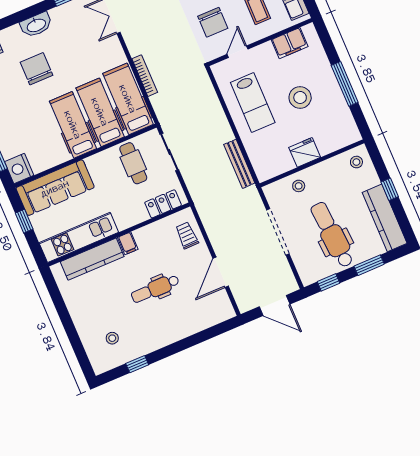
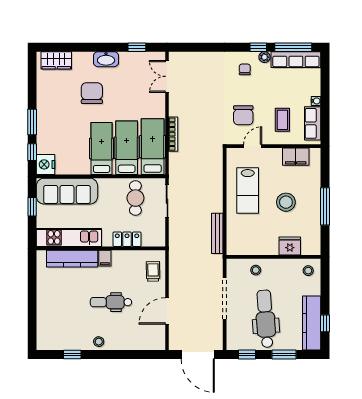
fridge: (305, 152) -> (290, 246), moved
window: (390, 189) -> (325, 323), moved
locker: (163, 204) -> (127, 239), moved
door: (275, 305) -> (198, 354), width x1.36
stool: (112, 338) -> (99, 342), moved

